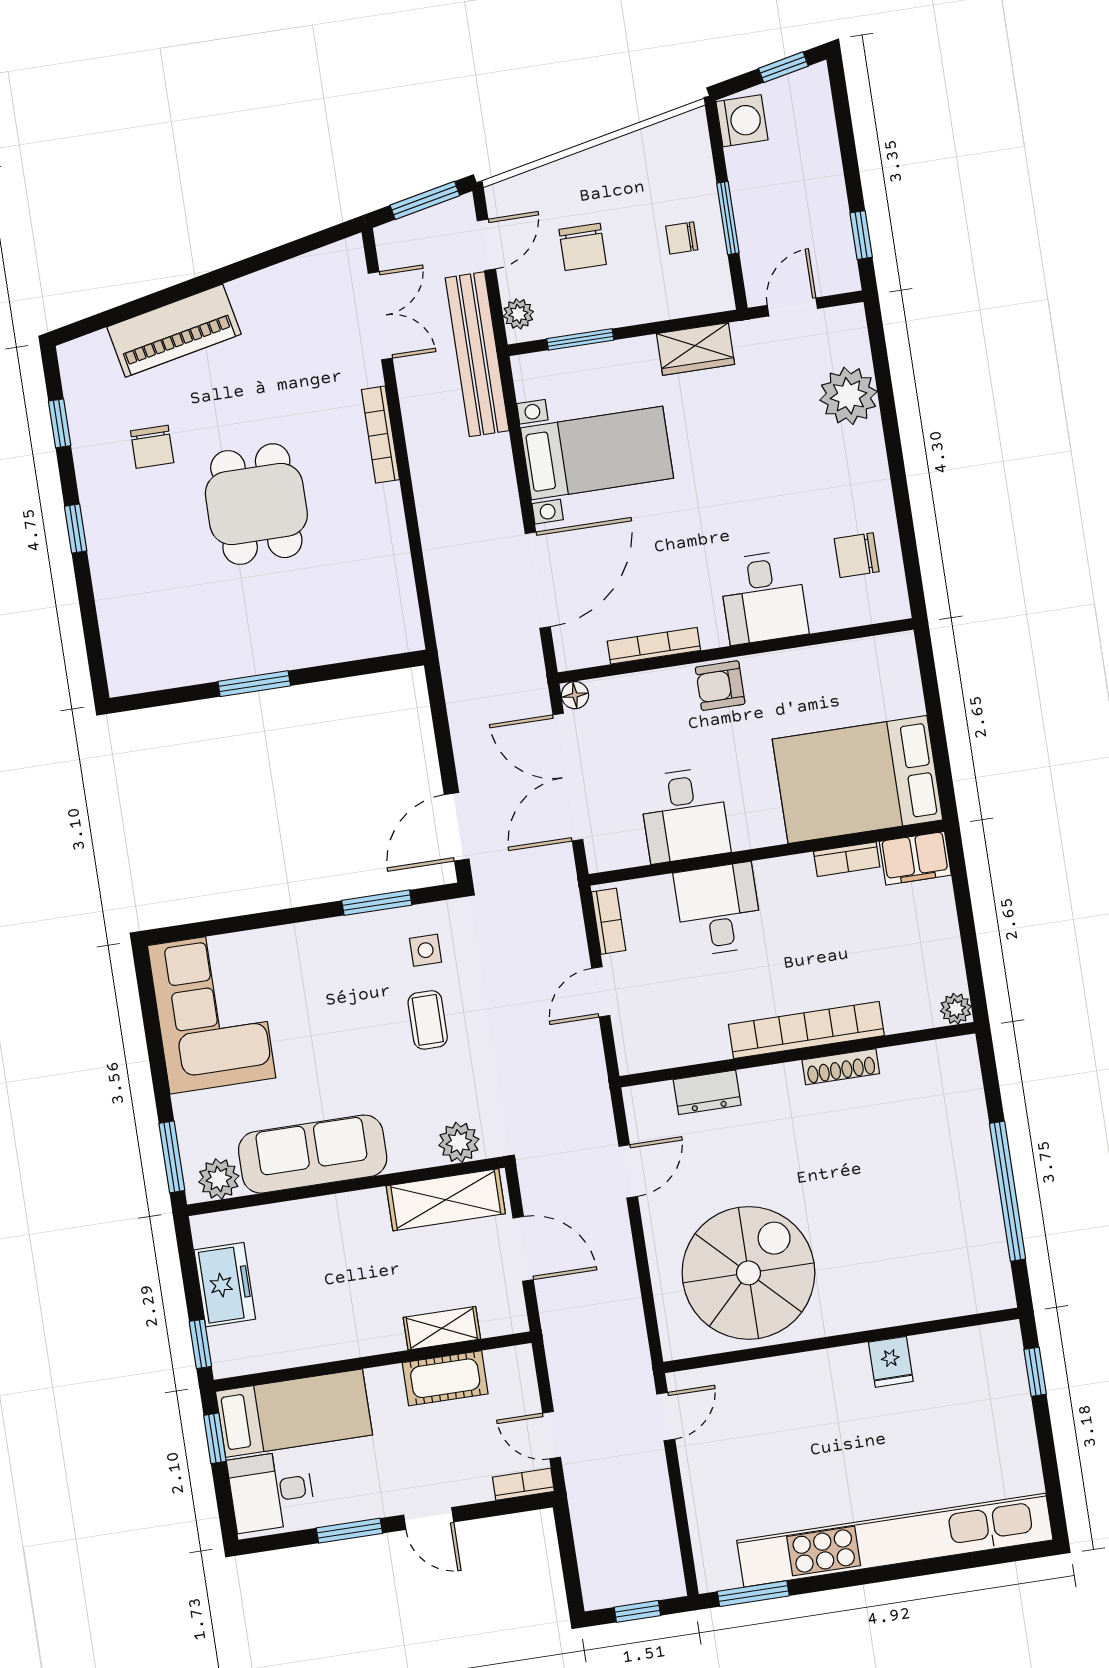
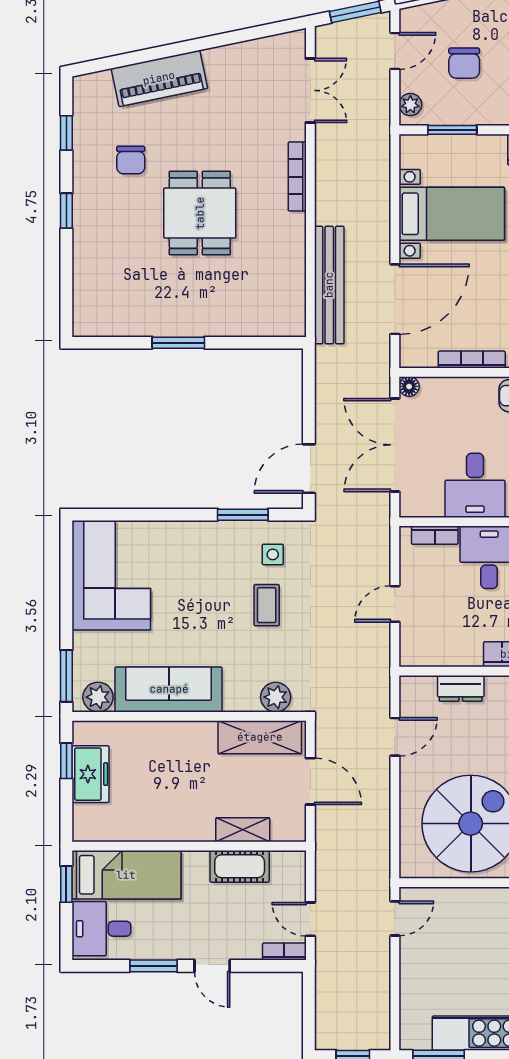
bench: (477, 354) -> (329, 285), moved
bookcase: (609, 921) -> (435, 535), moved, turned 90
window: (200, 1344) -> (66, 761), moved

